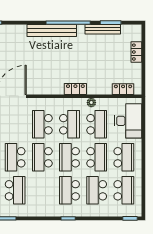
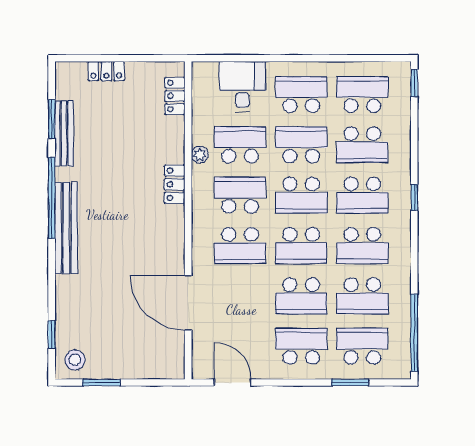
desk: (128, 121) -> (242, 87), width x0.73
school desk: (15, 190) -> (362, 296), turned 180
school desk: (42, 190) -> (362, 246), added

